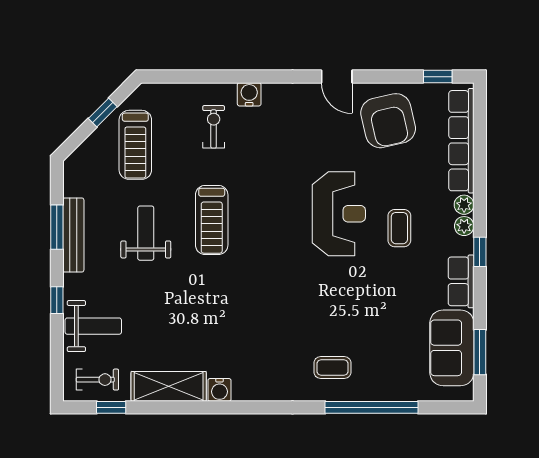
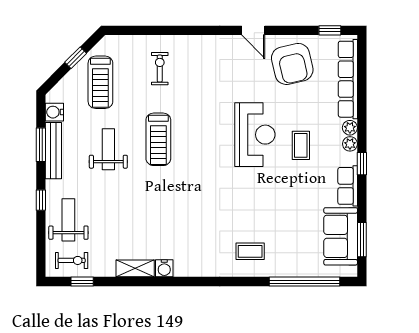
water cooler: (249, 94) -> (54, 112), moved, turned -90
weight bench: (93, 326) -> (68, 220), turned -90
shelving: (169, 386) -> (135, 268), width x0.67, depth x0.75
window: (372, 407) -> (305, 282), moved

